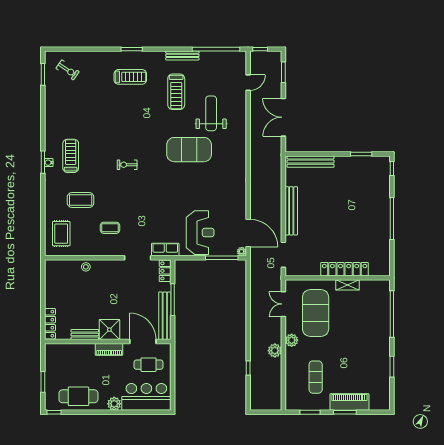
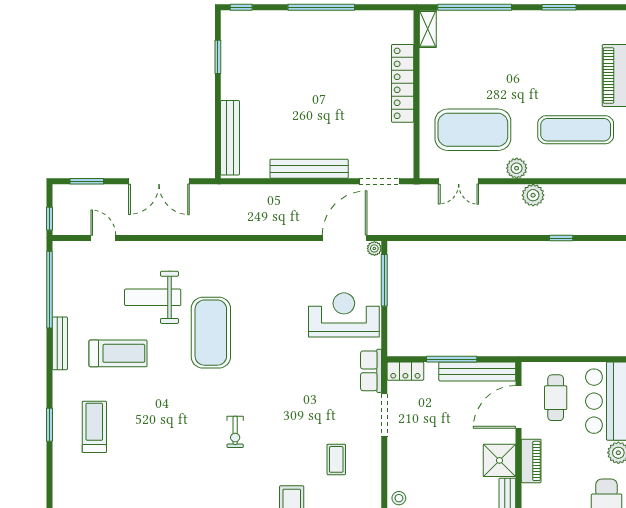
shelving: (347, 285) -> (428, 29), moved
exercise mat: (316, 377) -> (576, 130), width x1.36, depth x1.45

